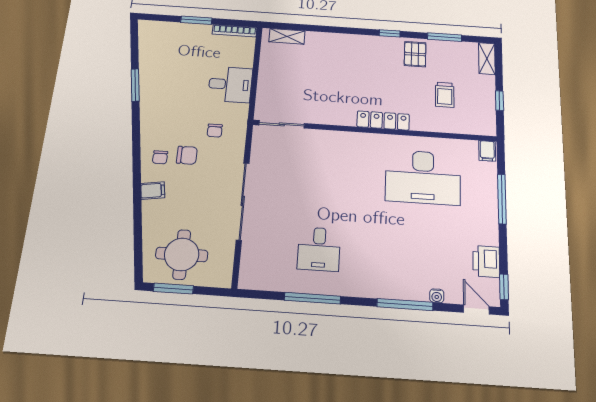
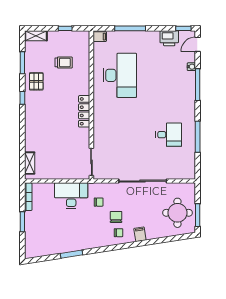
pallet: (415, 54) -> (36, 81), turned 90
desk: (230, 84) -> (71, 196), width x1.37
locker: (383, 120) -> (84, 111), moved

